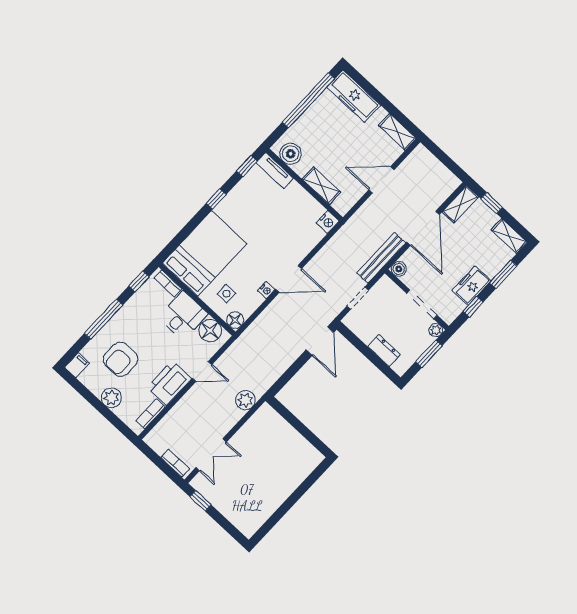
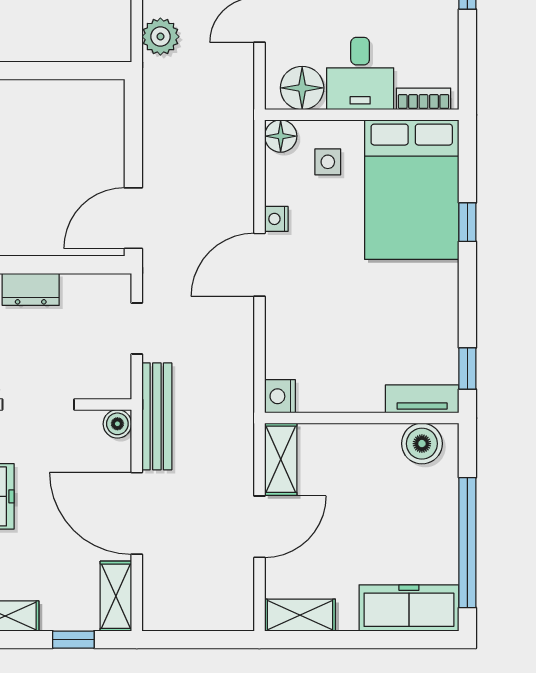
shelving: (321, 186) -> (281, 459), moved, turned 90
window: (216, 199) -> (467, 222), moved
window: (139, 281) -> (467, 63), removed
door: (320, 341) -> (133, 218), hinge flipped

